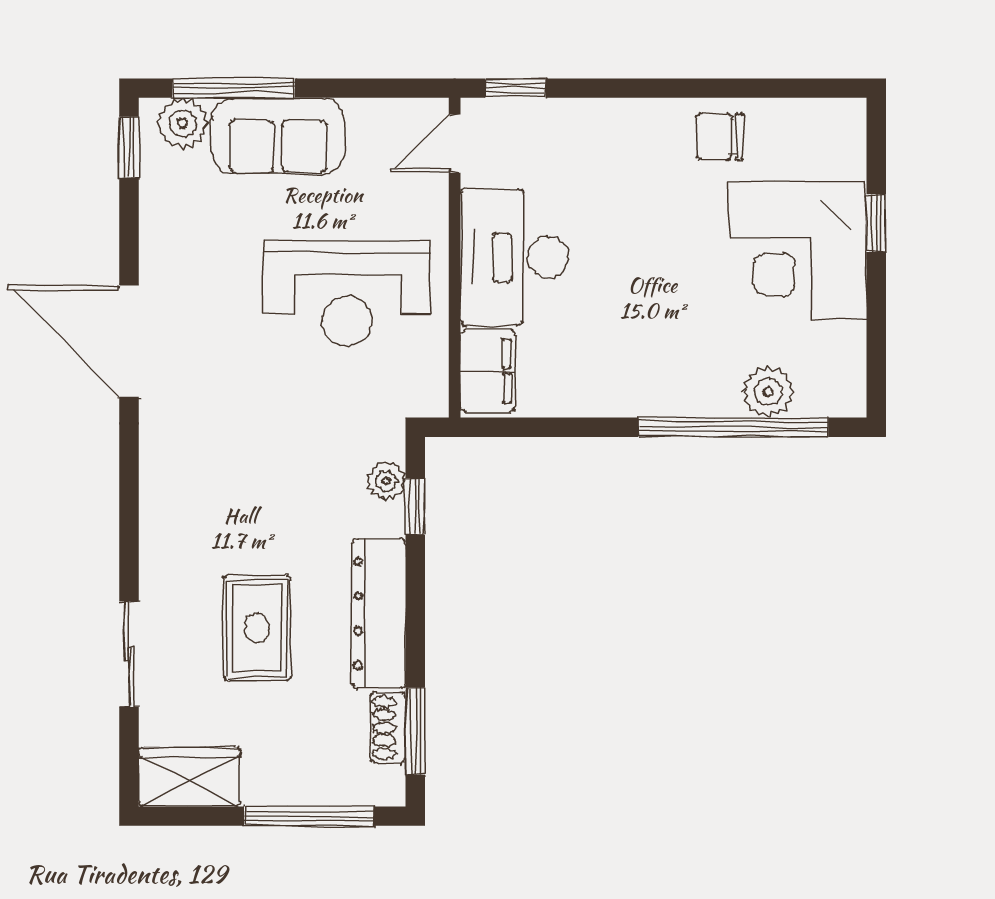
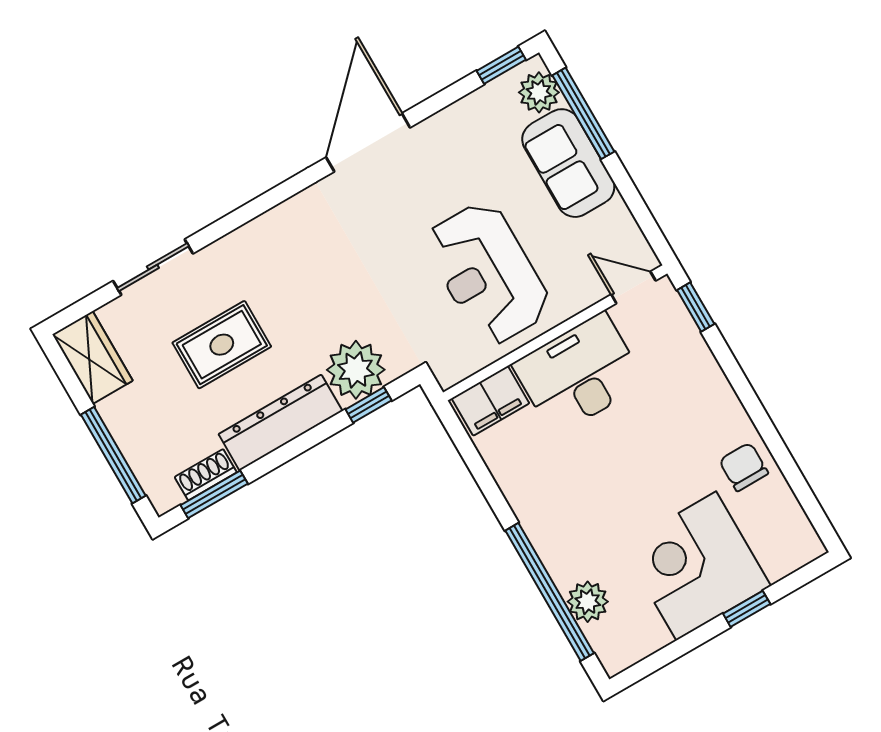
plant: (386, 481) -> (356, 370), width x1.88, depth x1.88

